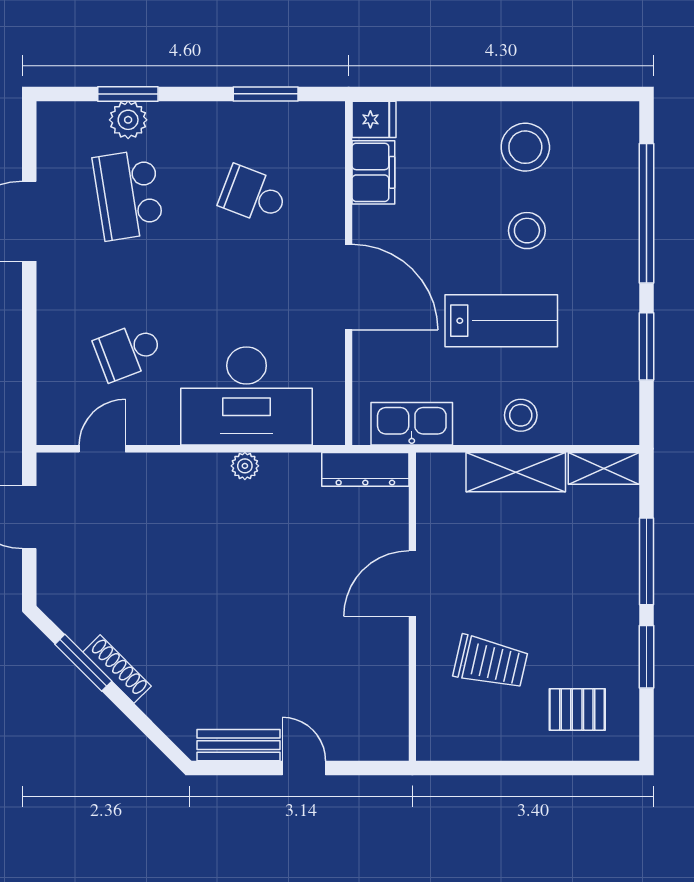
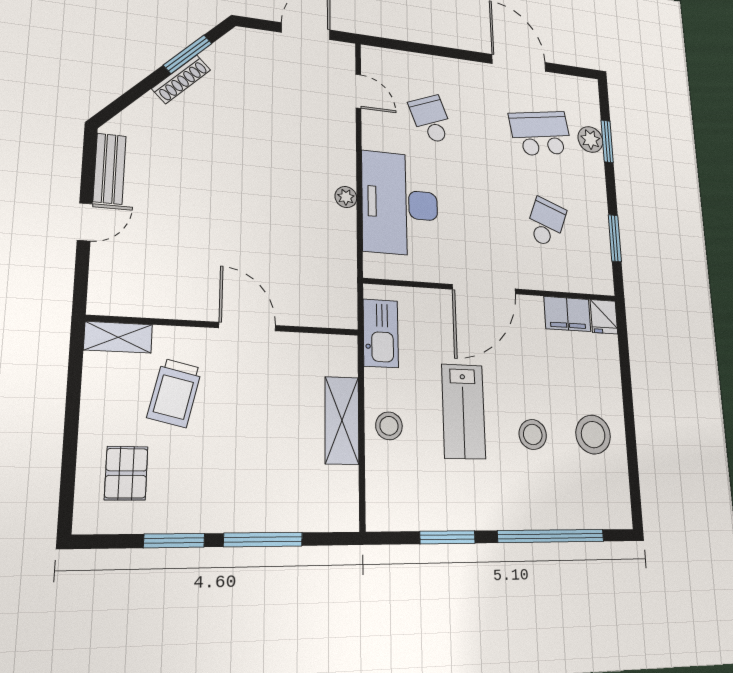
shelving: (604, 468) -> (118, 337), moved, turned 90
dresser: (365, 469) -> (344, 293), removed

